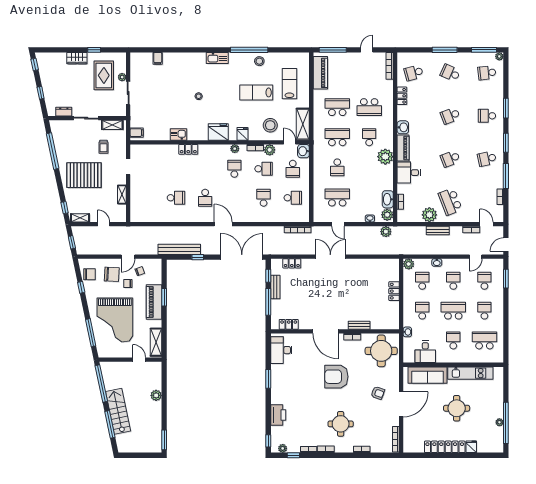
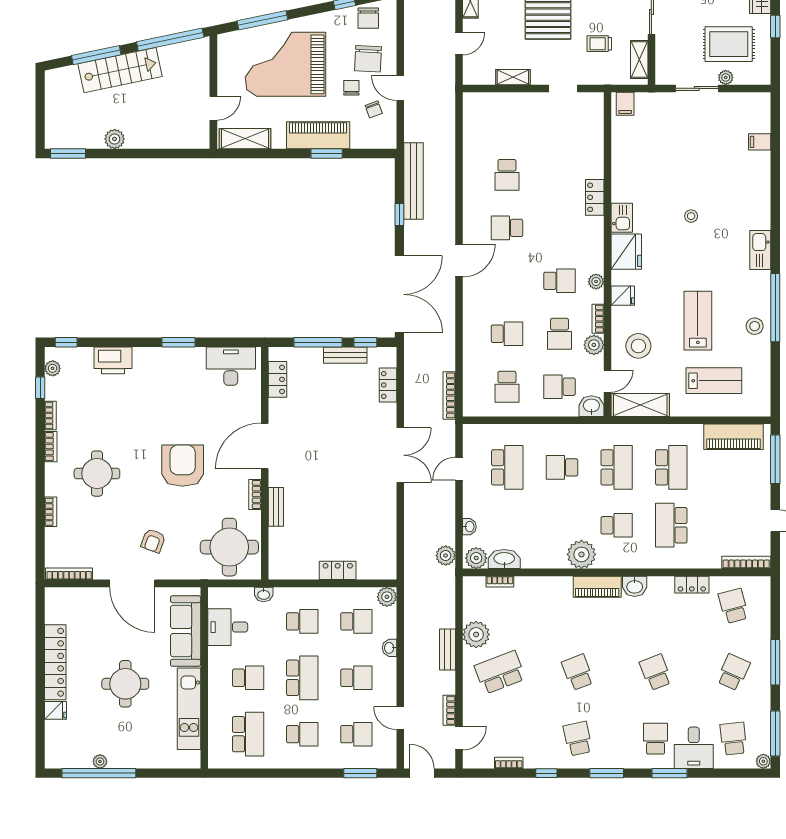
kitchen sink: (178, 134) -> (622, 218), moved
desk: (409, 173) -> (694, 748), moved, turned 180
window: (506, 176) -> (546, 773), width x0.46
plant: (156, 395) -> (115, 139), moved

